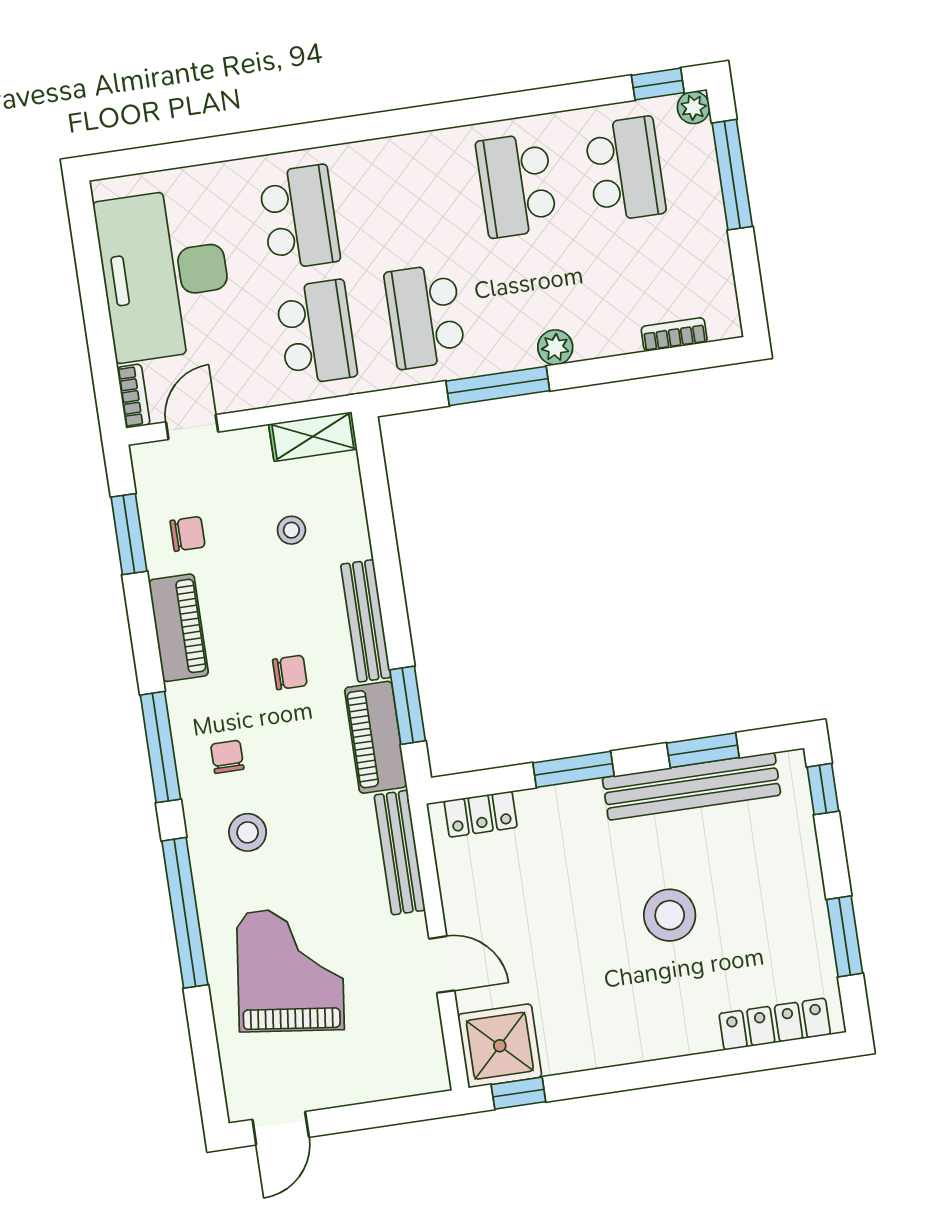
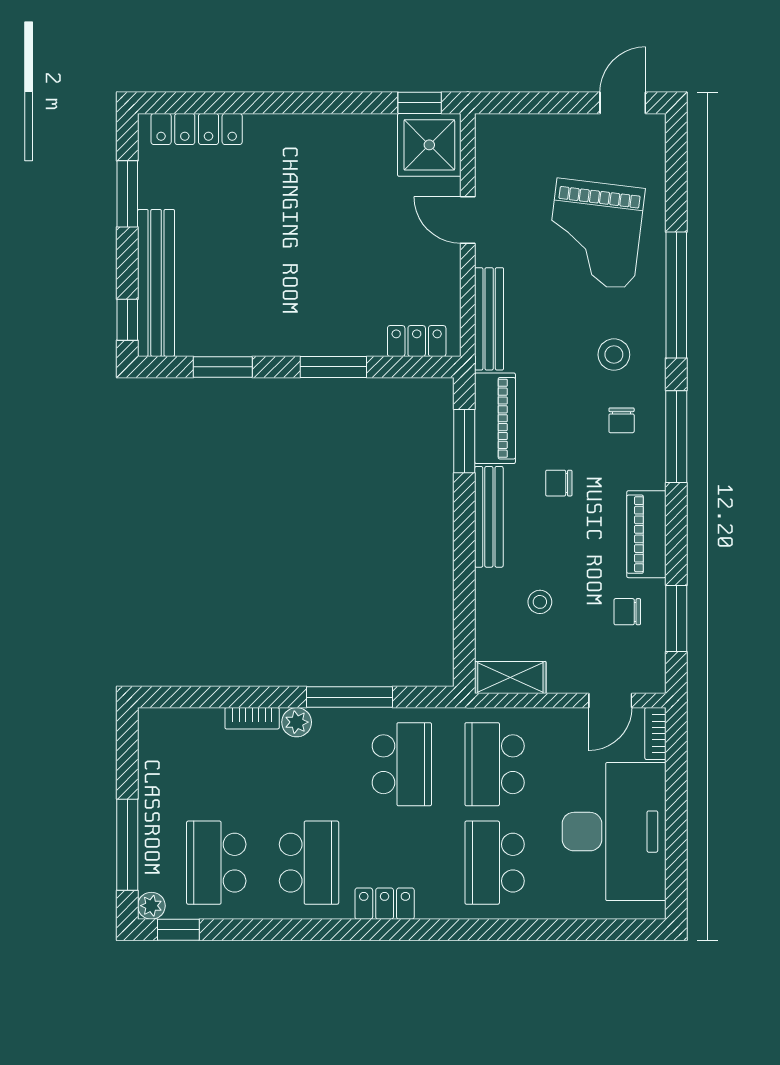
locker: (421, 150) -> (385, 904), added
bookcase: (674, 335) -> (252, 718), moved
bench: (692, 786) -> (156, 283), moved, turned 90
stool: (670, 915) -> (271, 233), removed

